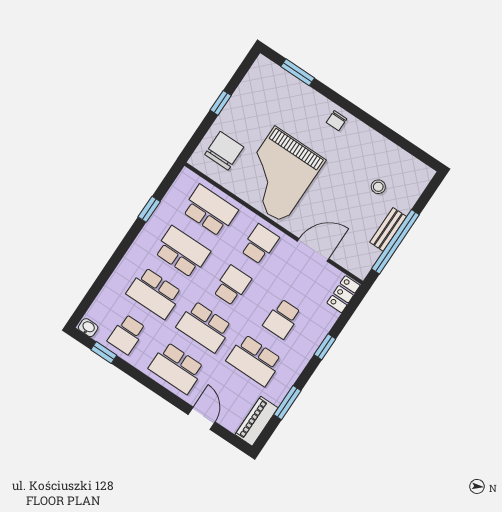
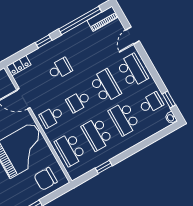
school desk: (154, 293) -> (124, 119), turned 180
school desk: (254, 360) -> (87, 53), removed
window: (287, 403) -> (80, 20), width x2.11

